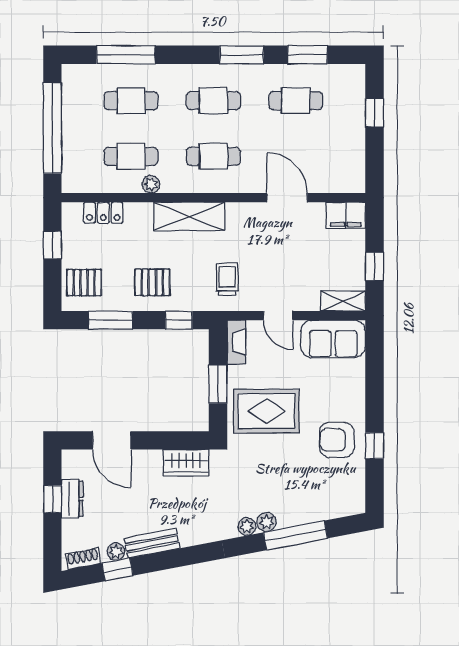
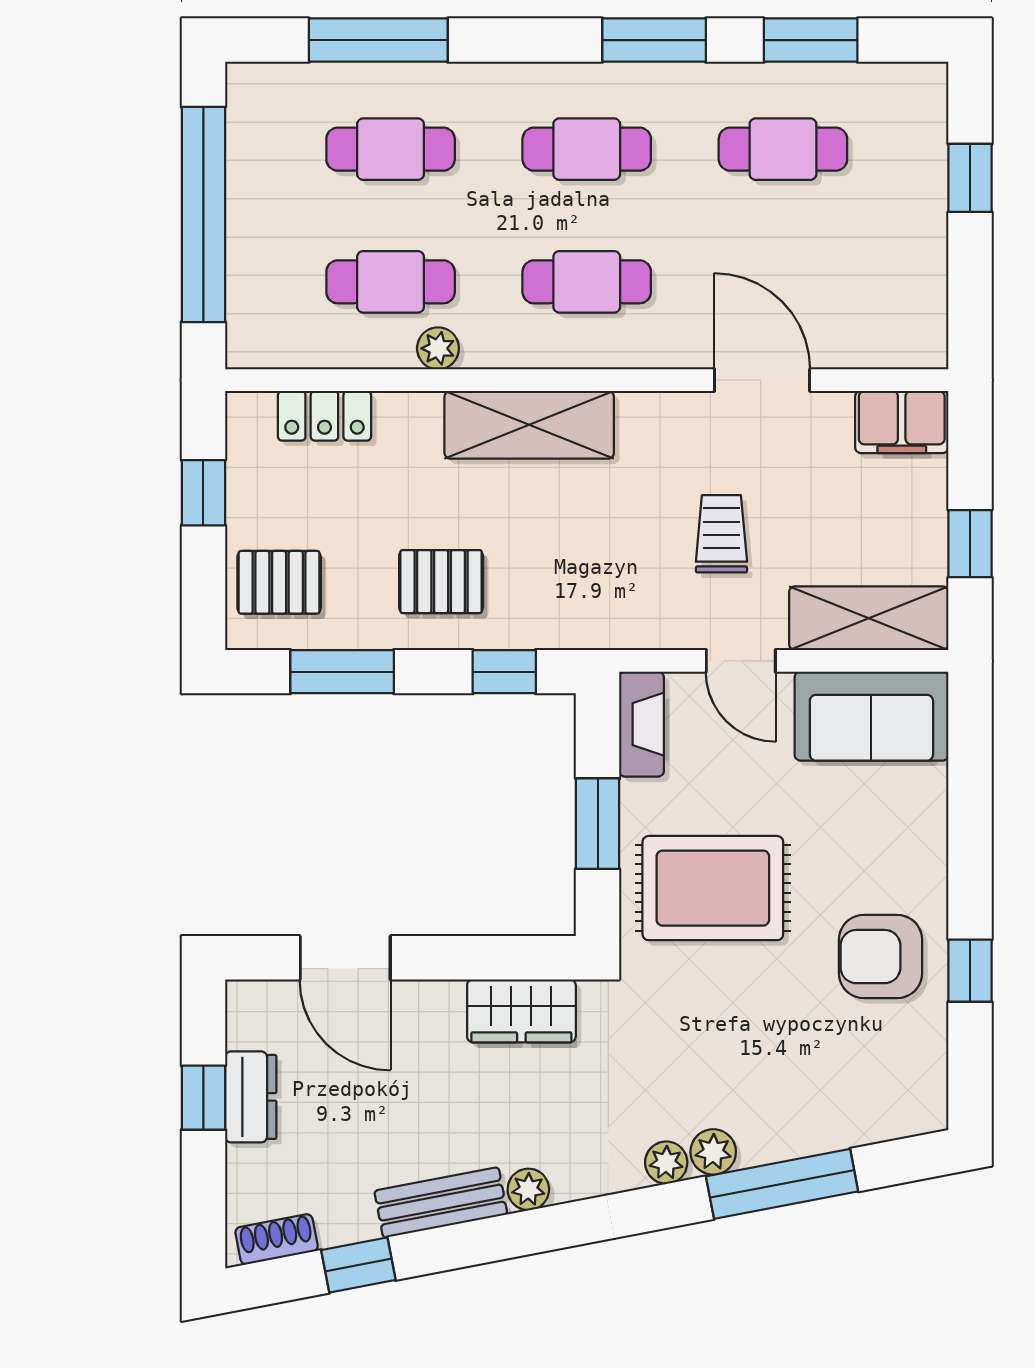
trolley: (227, 279) -> (721, 534), moved
shelving: (343, 301) -> (869, 618), width x1.50, depth x1.33
plant: (116, 552) -> (528, 1189), moved

